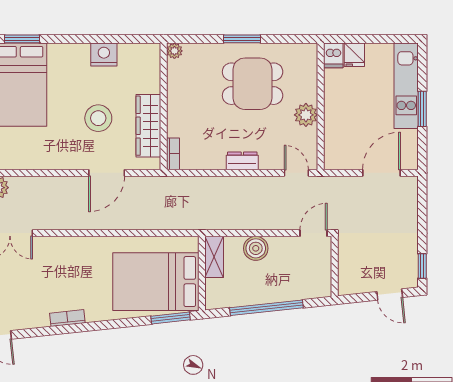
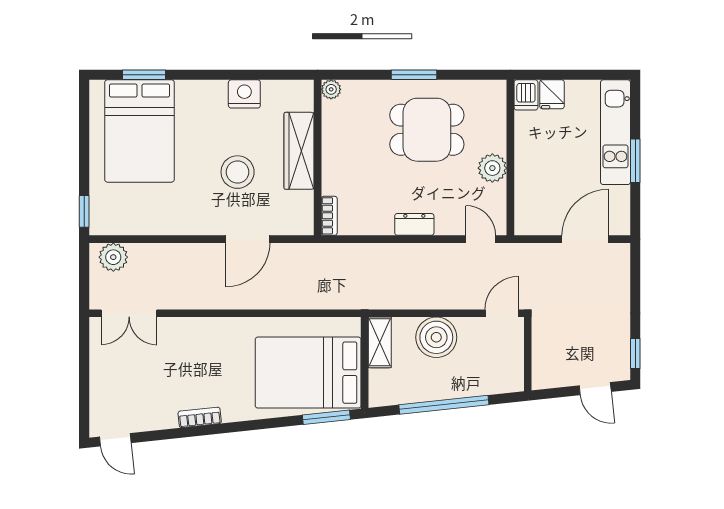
wardrobe: (148, 126) -> (299, 151), moved
boiler: (256, 248) -> (436, 337), width x1.37, depth x1.37

